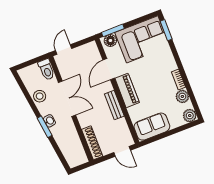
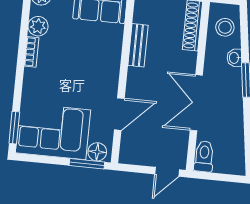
piano: (127, 90) -> (109, 72), removed
stool: (40, 96) -> (225, 27), moved
bench: (114, 105) -> (138, 45), moved
washbasin: (49, 121) -> (234, 58), moved

